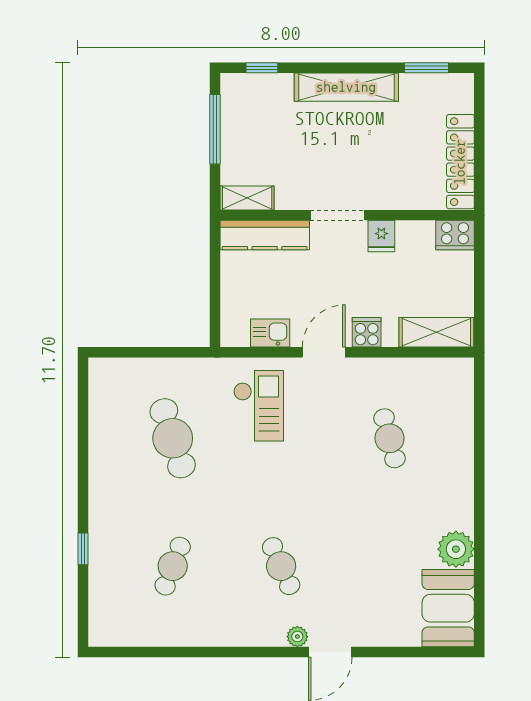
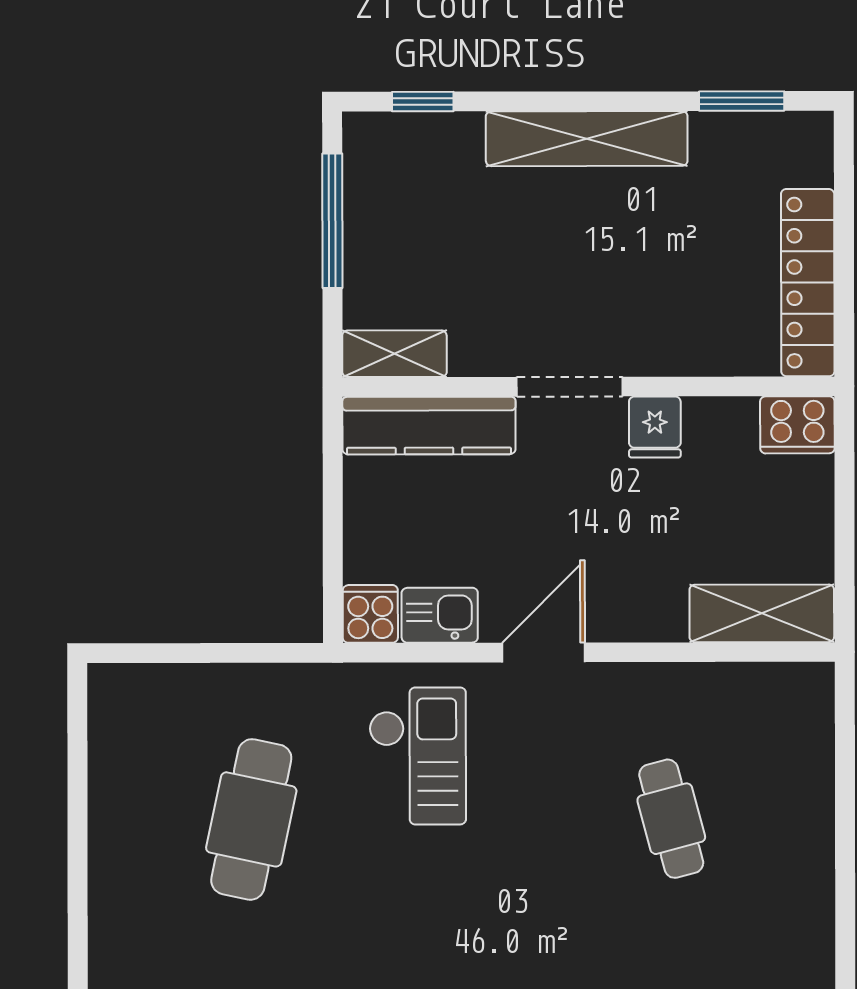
cooker: (367, 332) -> (370, 614), moved
cafe table: (173, 438) -> (251, 819), turned 30

